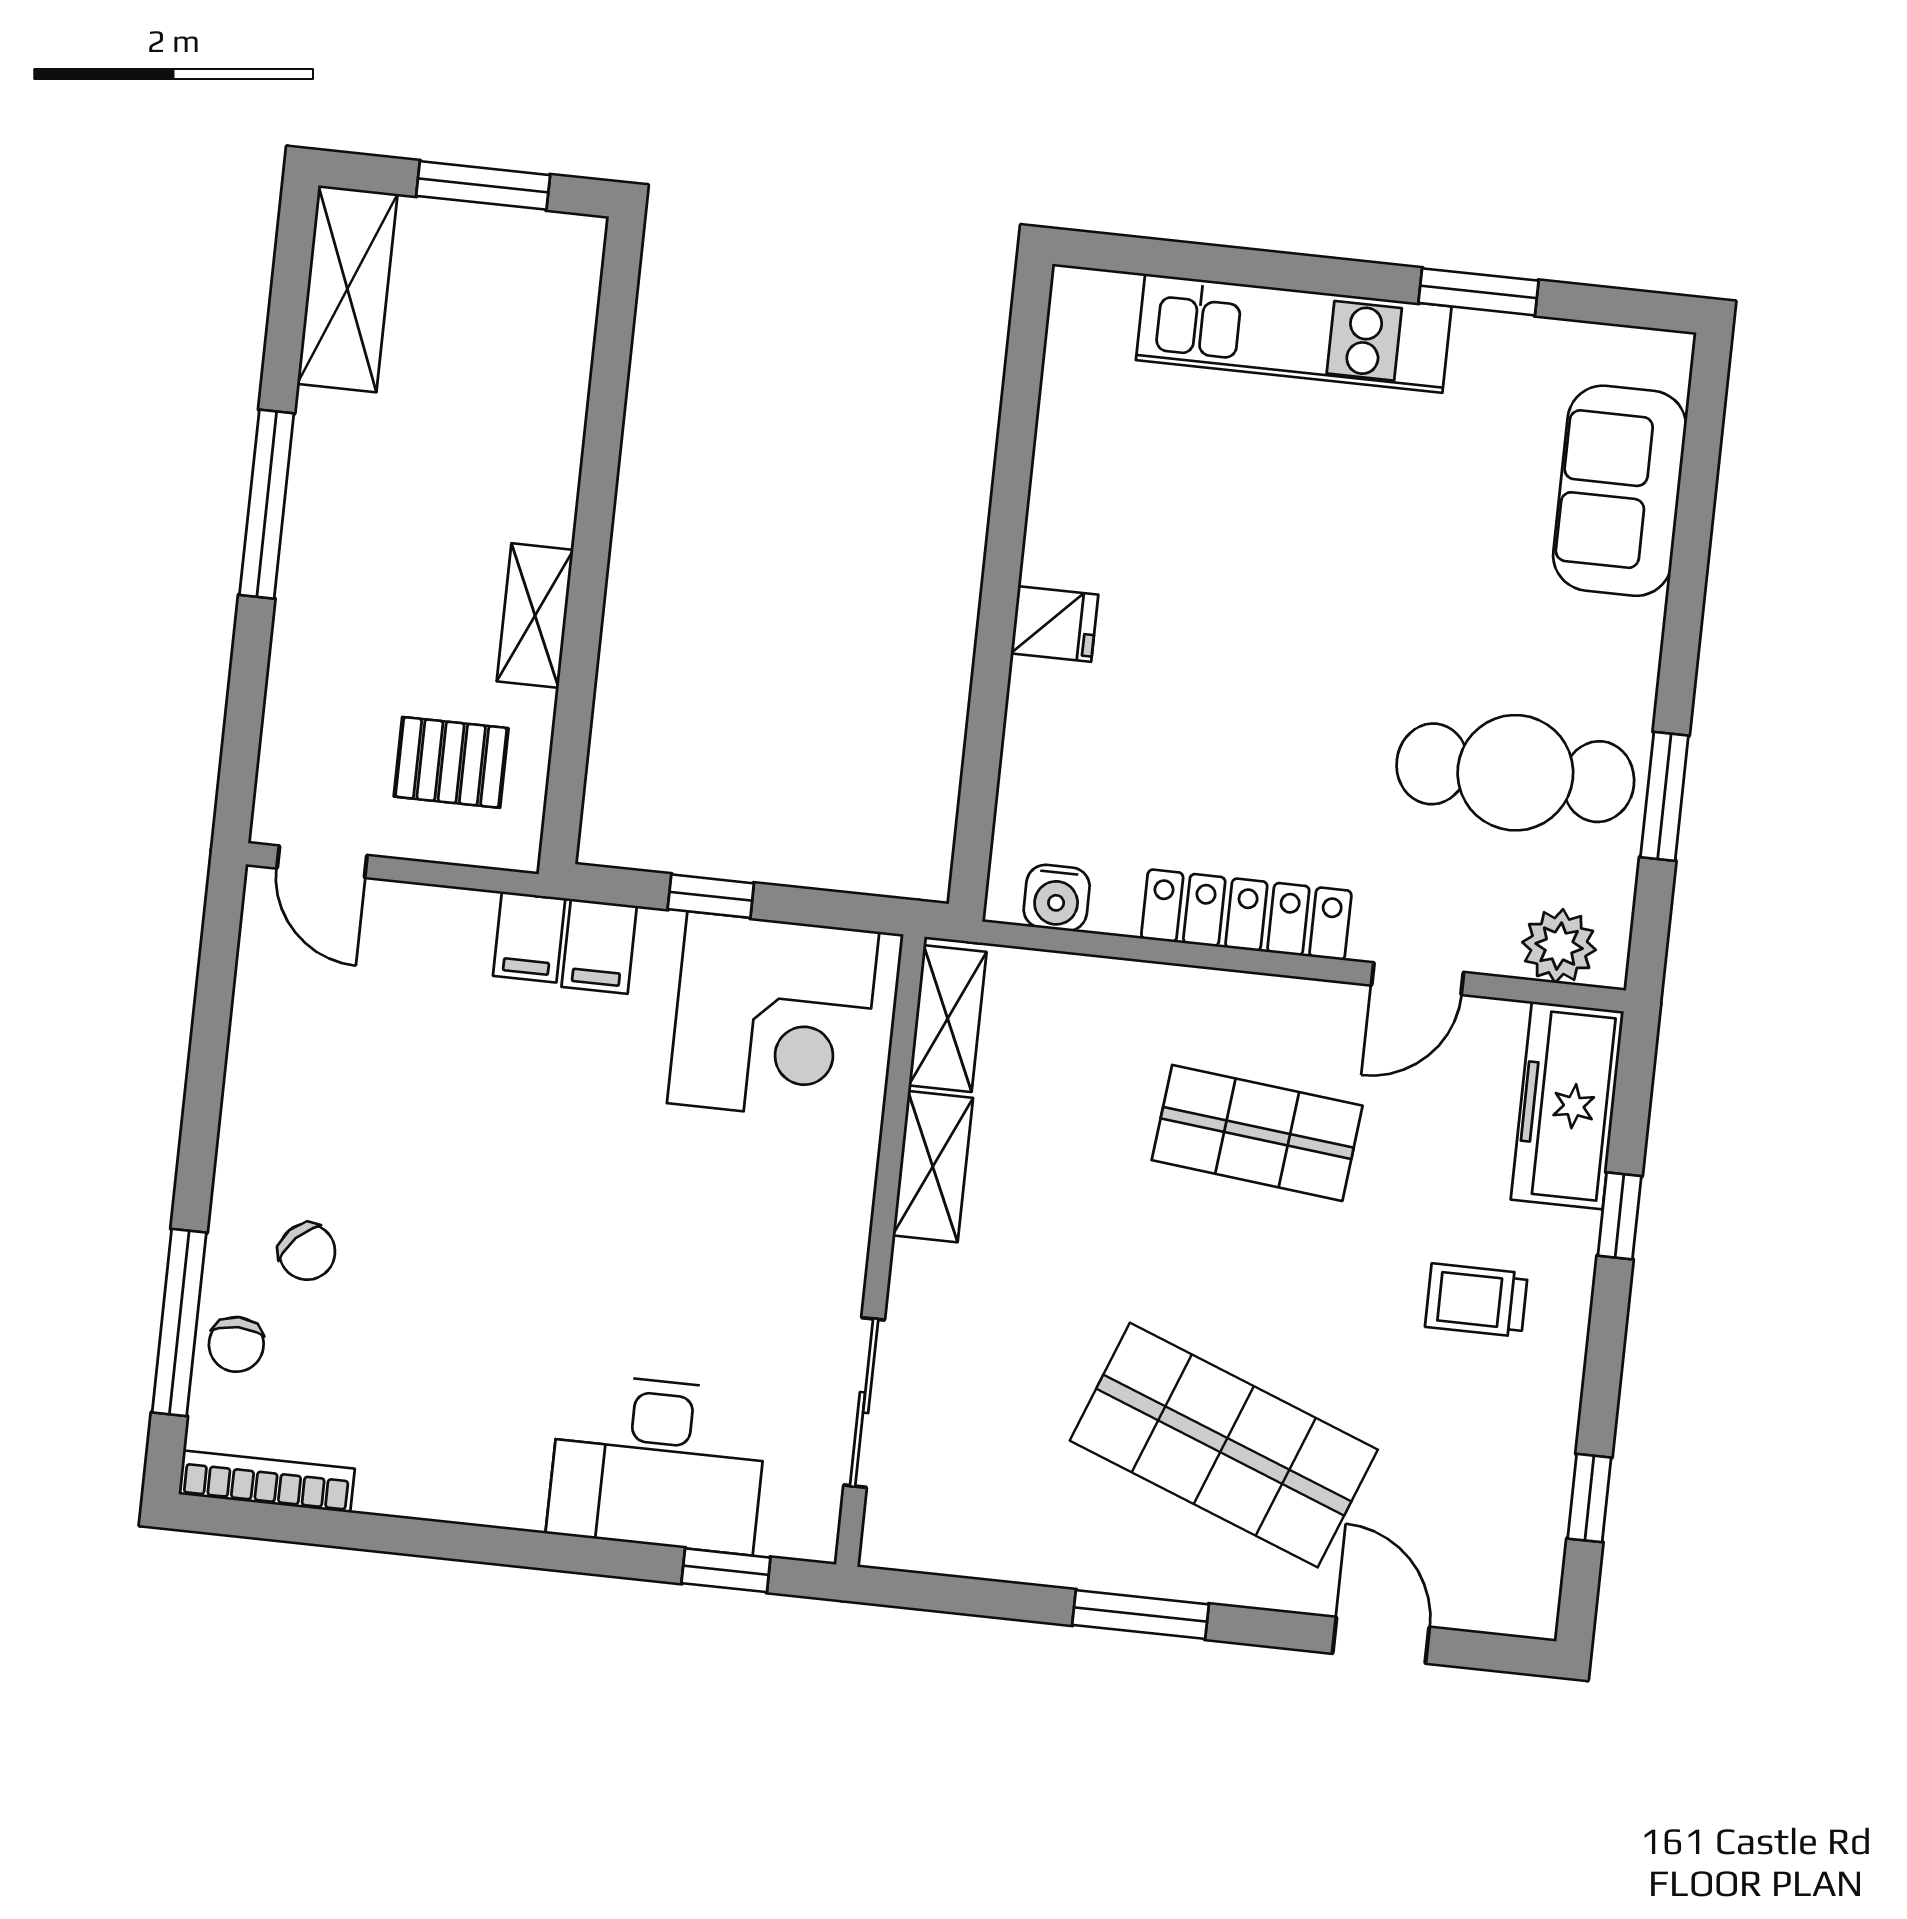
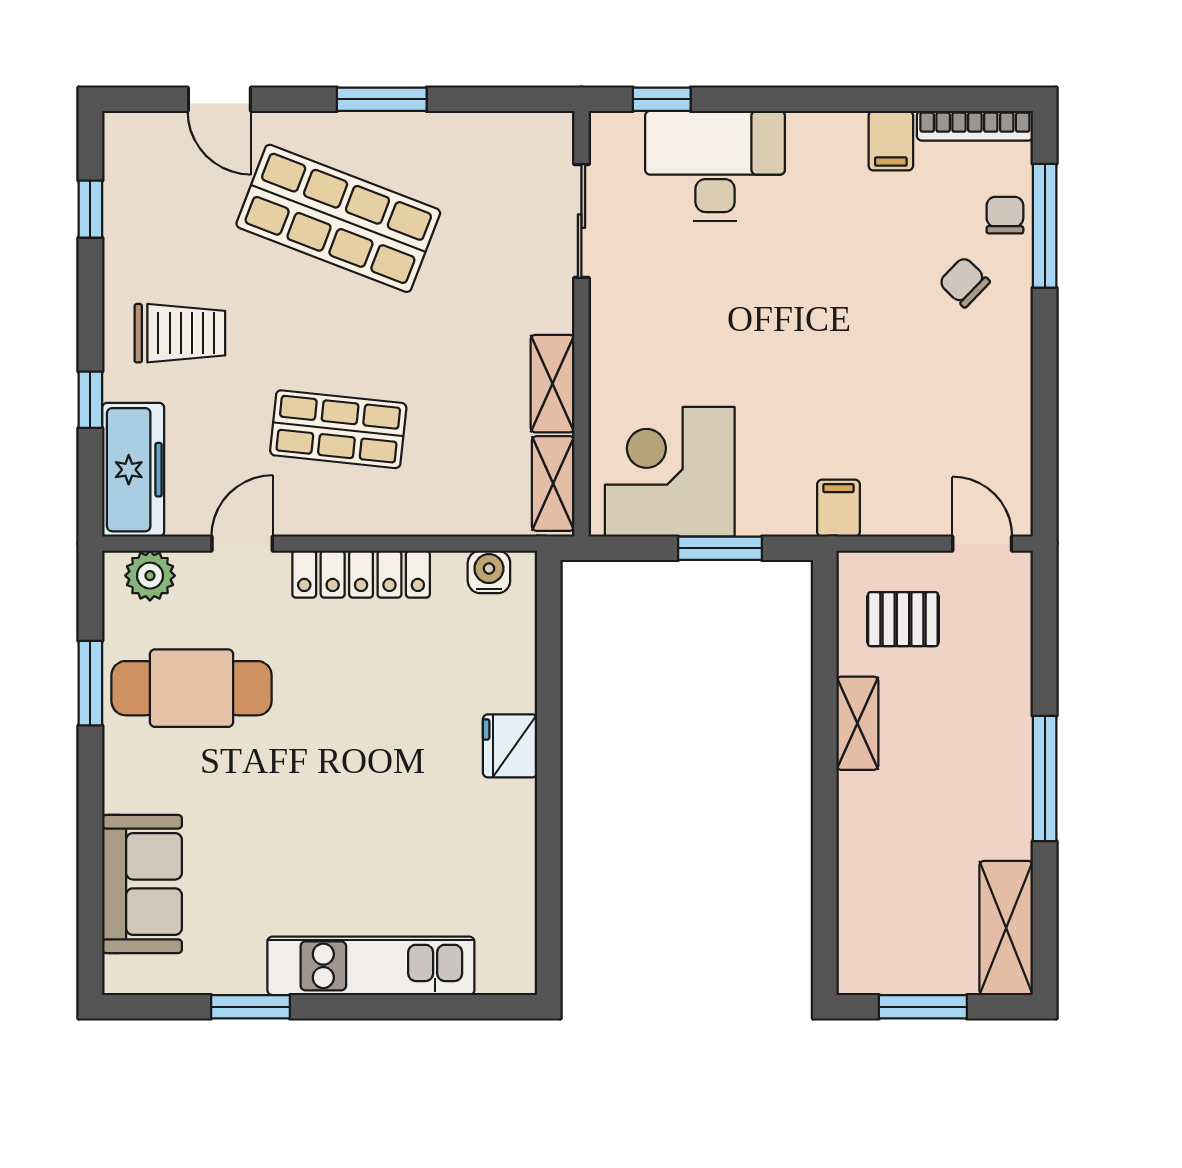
fridge: (1054, 624) -> (510, 746), width x1.38
window: (711, 896) -> (720, 548), width x1.50
filing cabinet: (599, 946) -> (891, 141), moved, turned 180
trolley: (1476, 1300) -> (180, 333), width x1.36, depth x1.39

